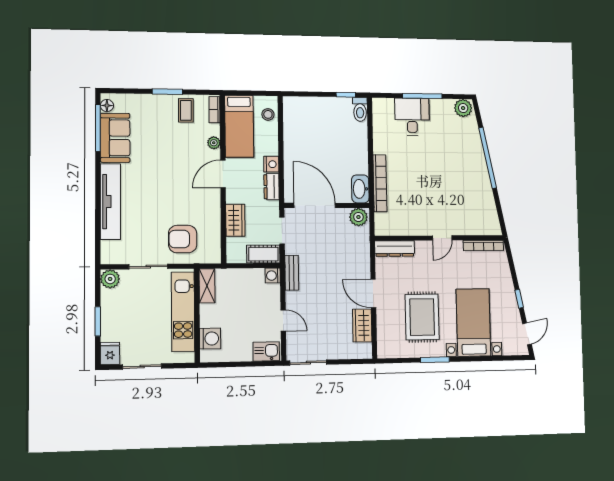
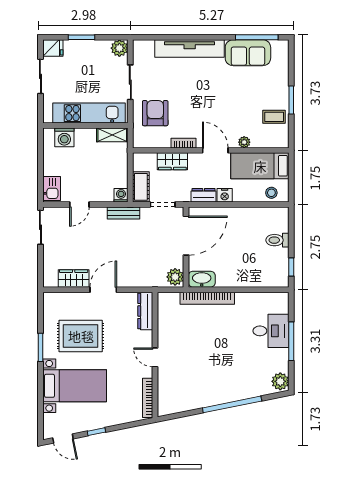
floor lamp: (107, 106) -> (278, 45), removed
toilet: (360, 109) -> (277, 240), moved
bookcase: (214, 110) -> (183, 143), moved

